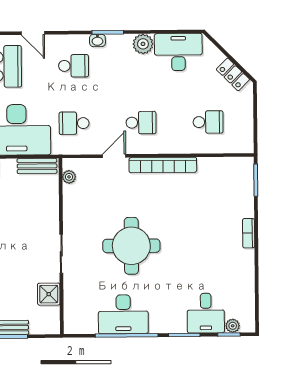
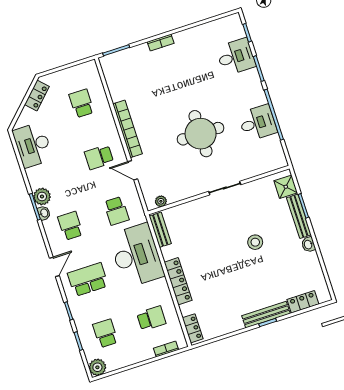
plant: (143, 44) -> (42, 196), moved
school desk: (141, 123) -> (99, 157), turned -90
shower: (49, 294) -> (286, 187), moved
desk: (123, 314) -> (258, 123), width x0.73
plant: (233, 326) -> (239, 32), removed

